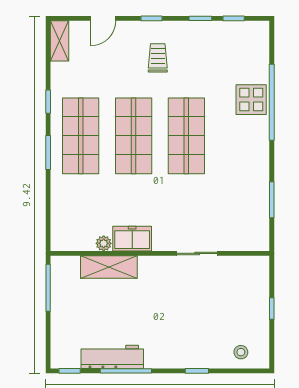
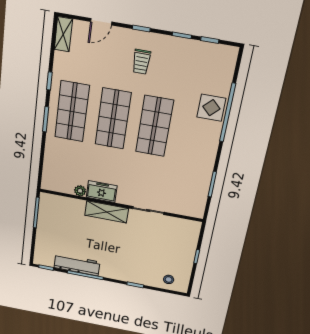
trolley: (158, 58) -> (141, 62), turned 180
shelving: (109, 267) -> (107, 212), moved

